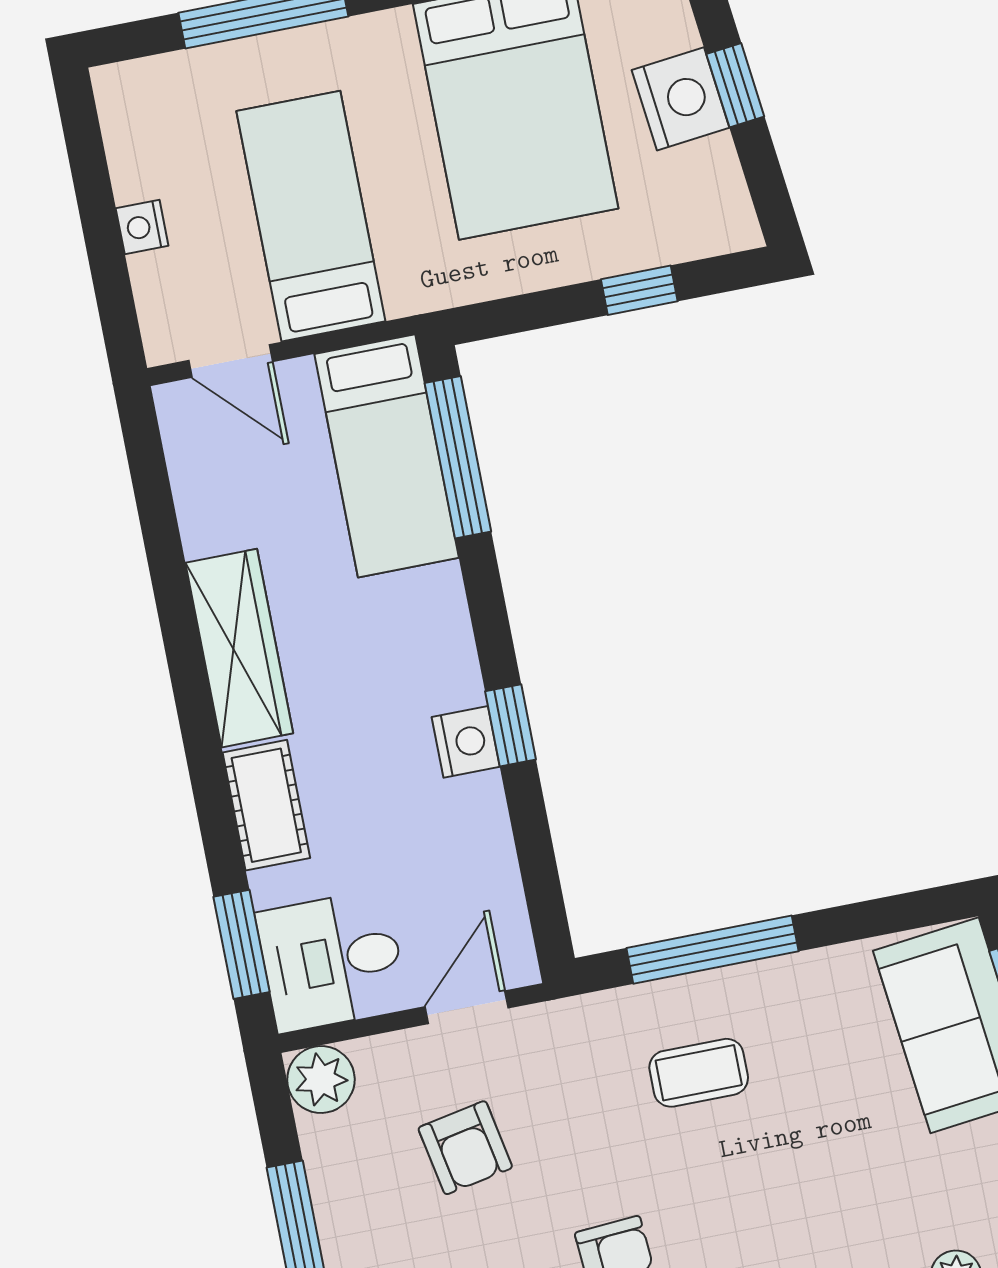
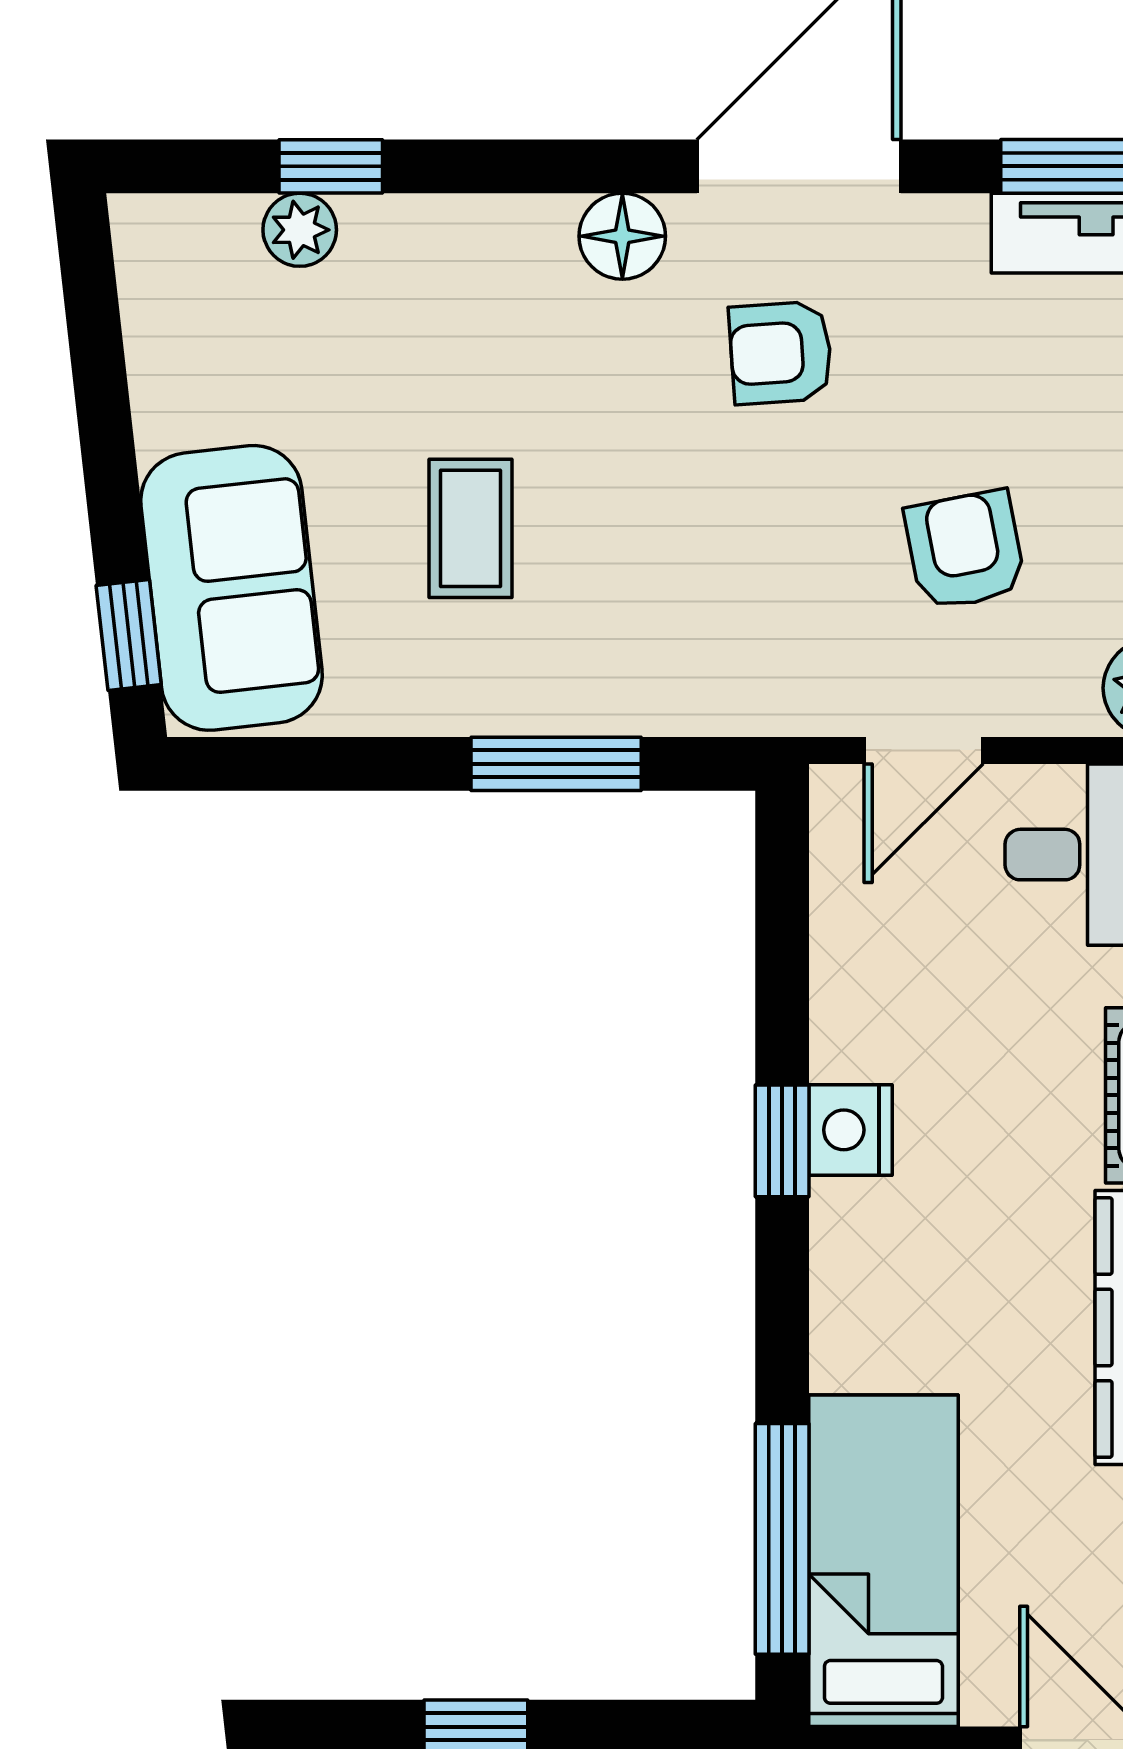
window: (713, 950) -> (556, 764), width x0.69
coffee table: (699, 1073) -> (470, 528), moved, turned 90

